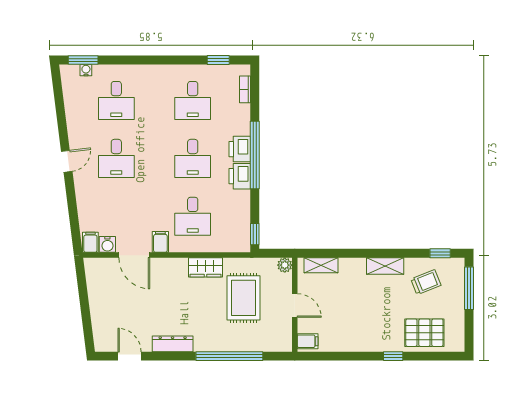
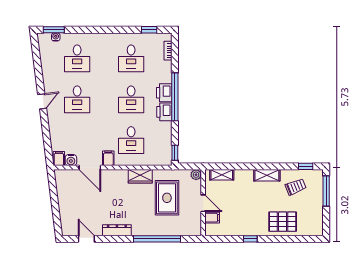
pallet: (424, 333) -> (283, 222), moved
filing cabinet: (308, 341) -> (212, 218), moved
window: (393, 356) -> (250, 239), moved

